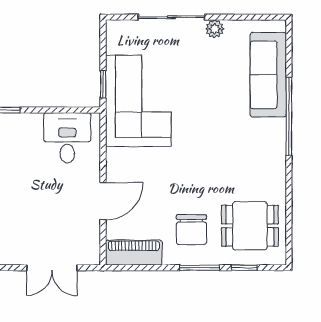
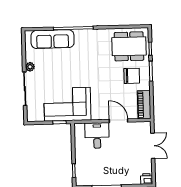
desk: (67, 138) -> (97, 135), moved, turned 90
dining table: (250, 226) -> (129, 46), width x1.38

